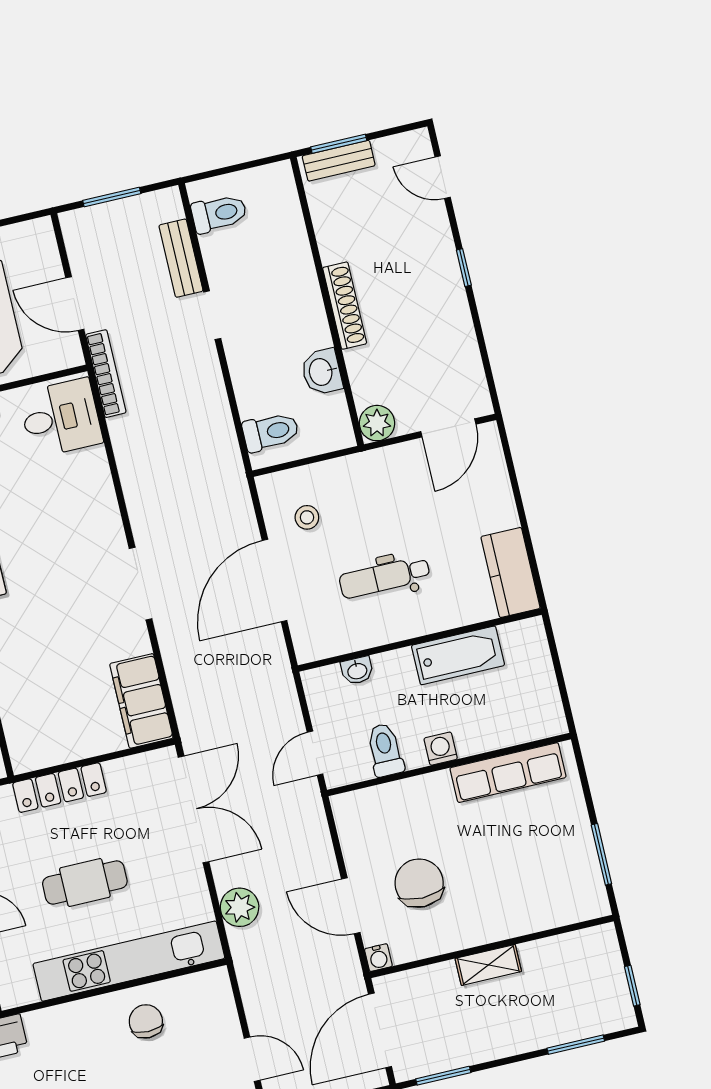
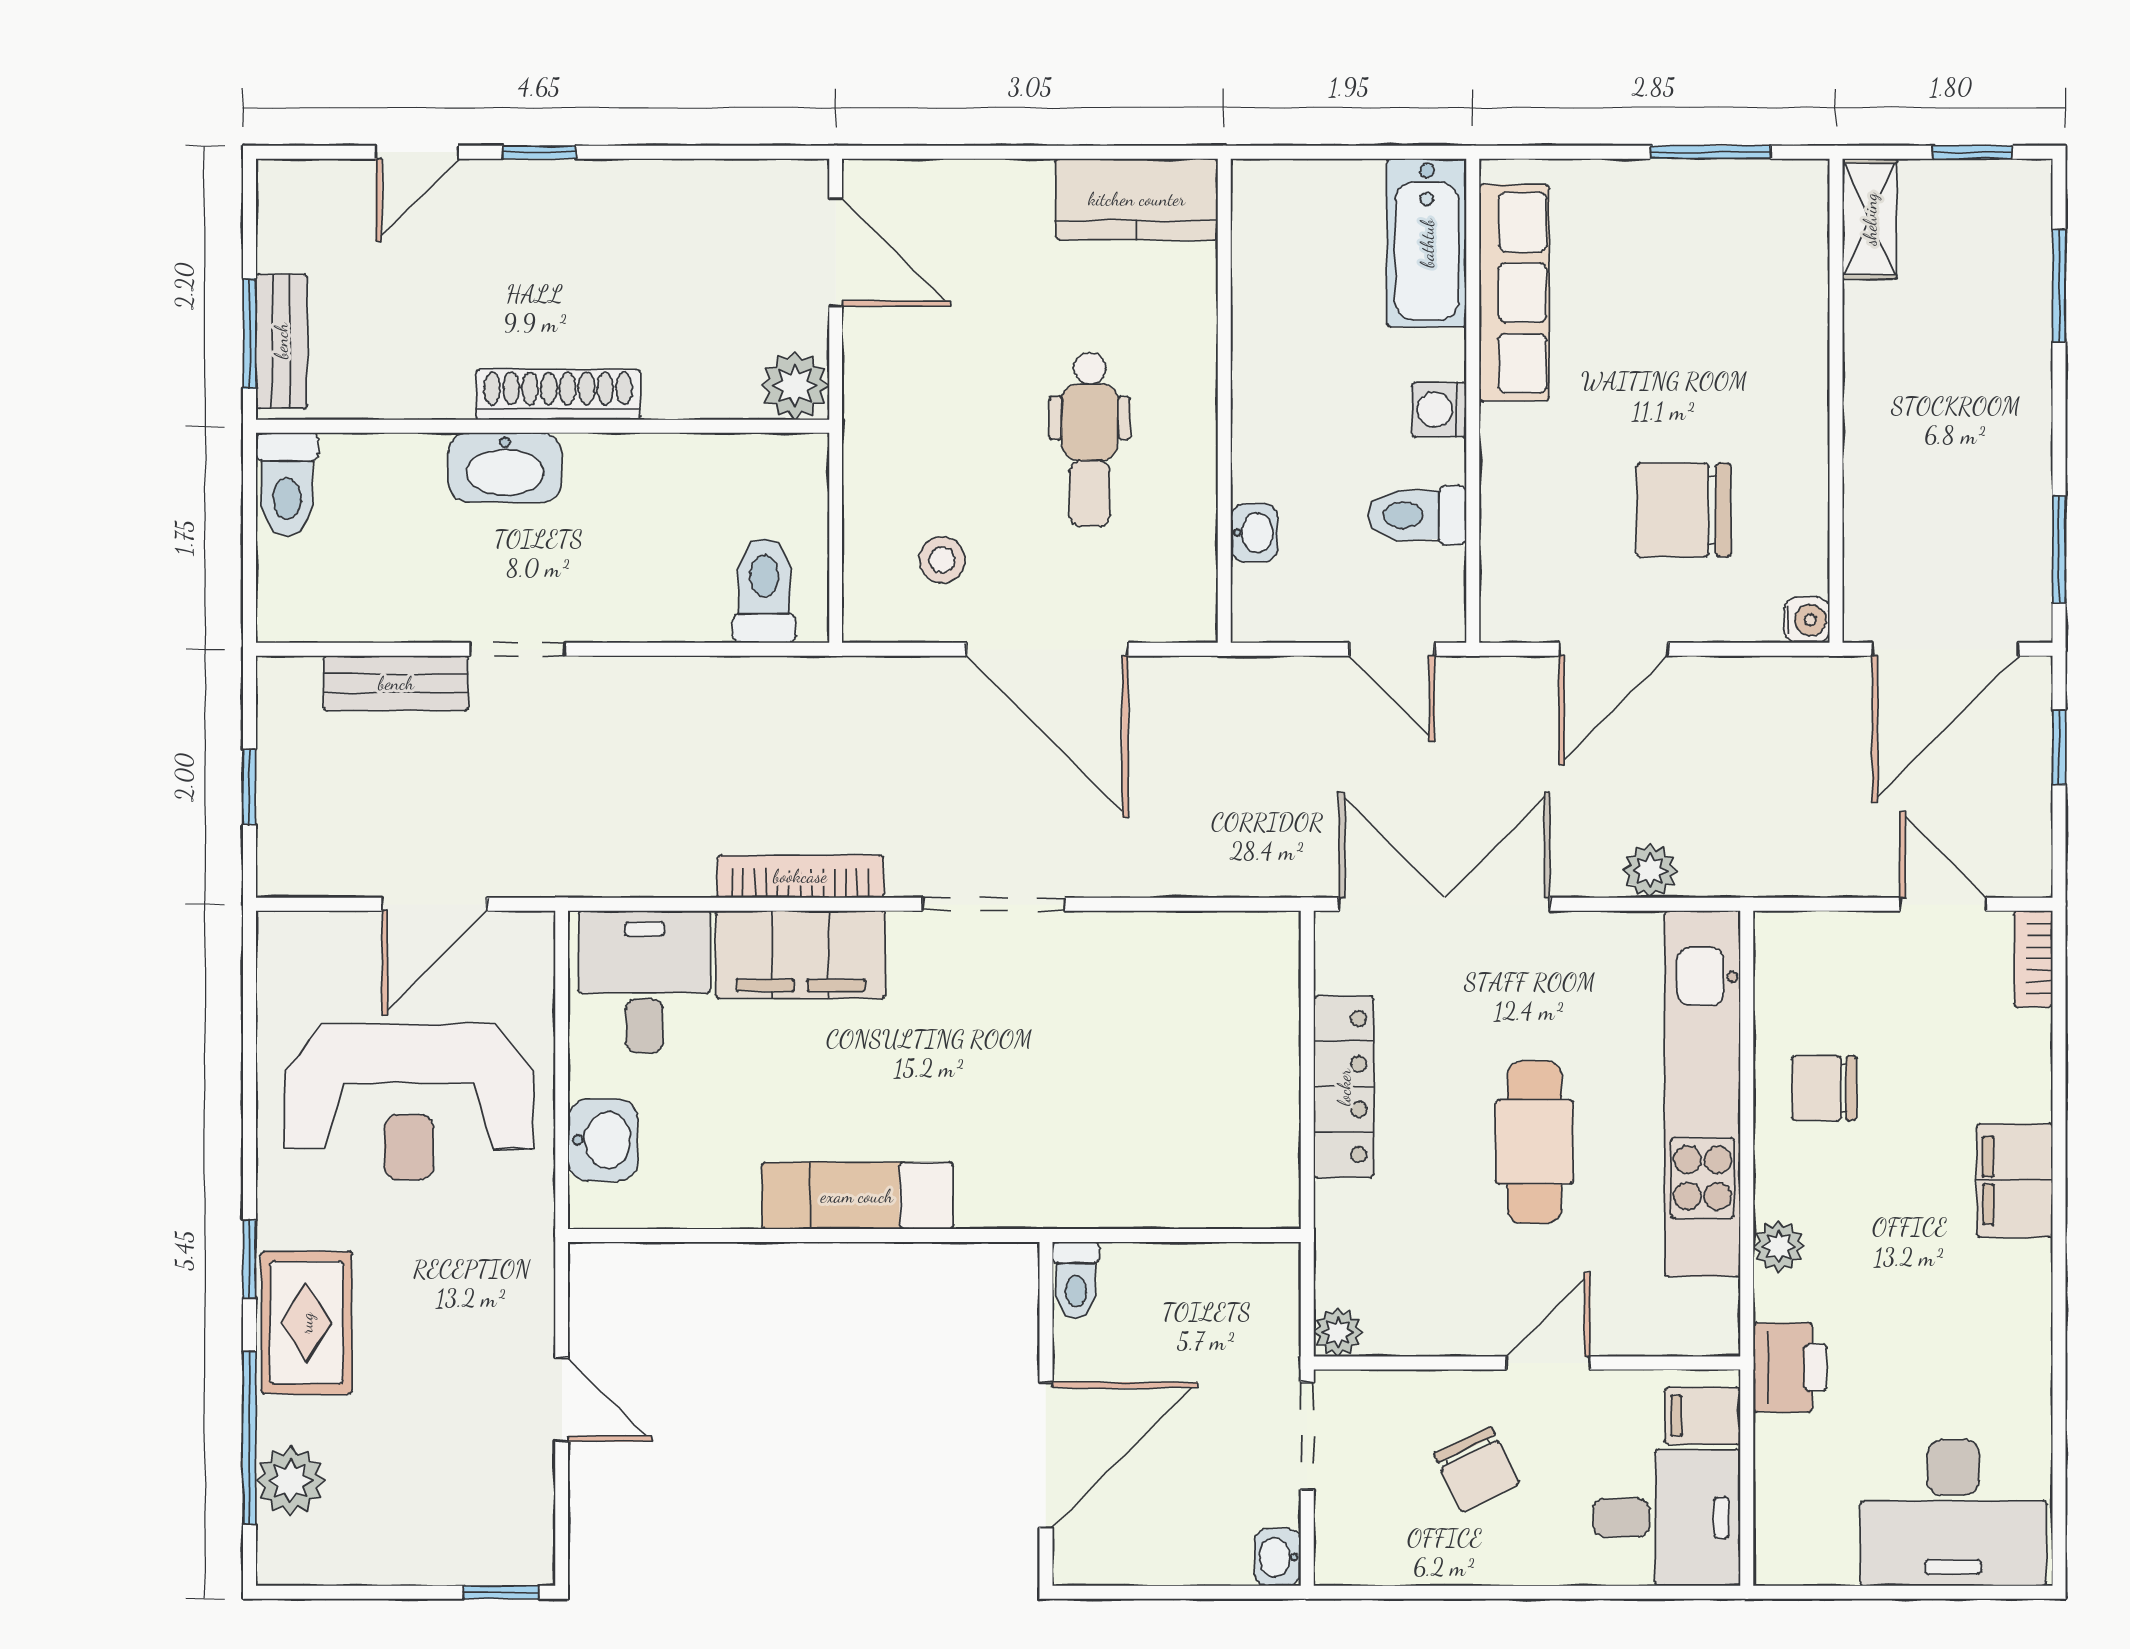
door: (443, 177) -> (417, 152), moved
window: (112, 197) -> (249, 787), width x0.67
toilet: (219, 213) -> (287, 484), moved, turned 180
washbasin: (322, 372) -> (505, 467), moved, width x1.38
bookcase: (106, 374) -> (800, 876), moved
bathtub: (458, 655) -> (1427, 243), moved, turned 180
filing cabinet: (141, 701) -> (801, 954), moved
locker: (59, 788) -> (1344, 1087), moved
door: (351, 906) -> (1613, 649), moved
plant: (240, 907) -> (1650, 871), width x0.73, depth x0.73
shelving: (488, 965) -> (1870, 219), moved
plant: (61, 1017) -> (1779, 1246), added
door: (380, 1030) -> (1945, 649), hinge flipped
door: (252, 1059) -> (1943, 904), hinge flipped

